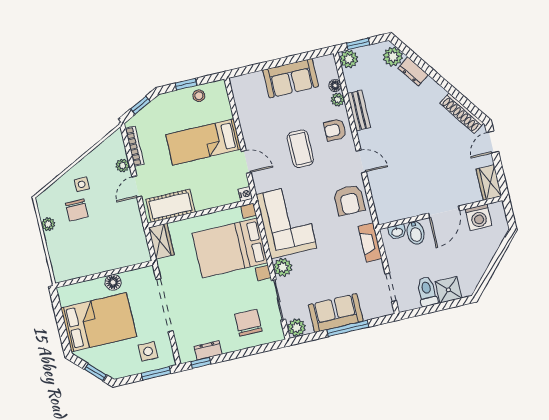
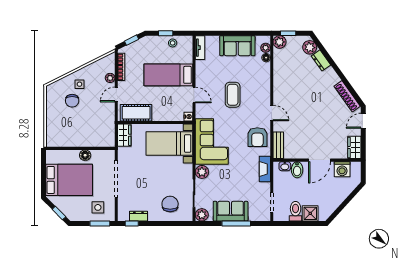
tv unit: (239, 93) -> (200, 48), added
plant: (338, 100) -> (266, 48), moved
bench: (359, 110) -> (278, 145), moved
armchair: (335, 130) -> (259, 88), removed
plant: (48, 224) -> (51, 106), removed
bed with nightstands: (230, 248) -> (169, 143), width x0.73

